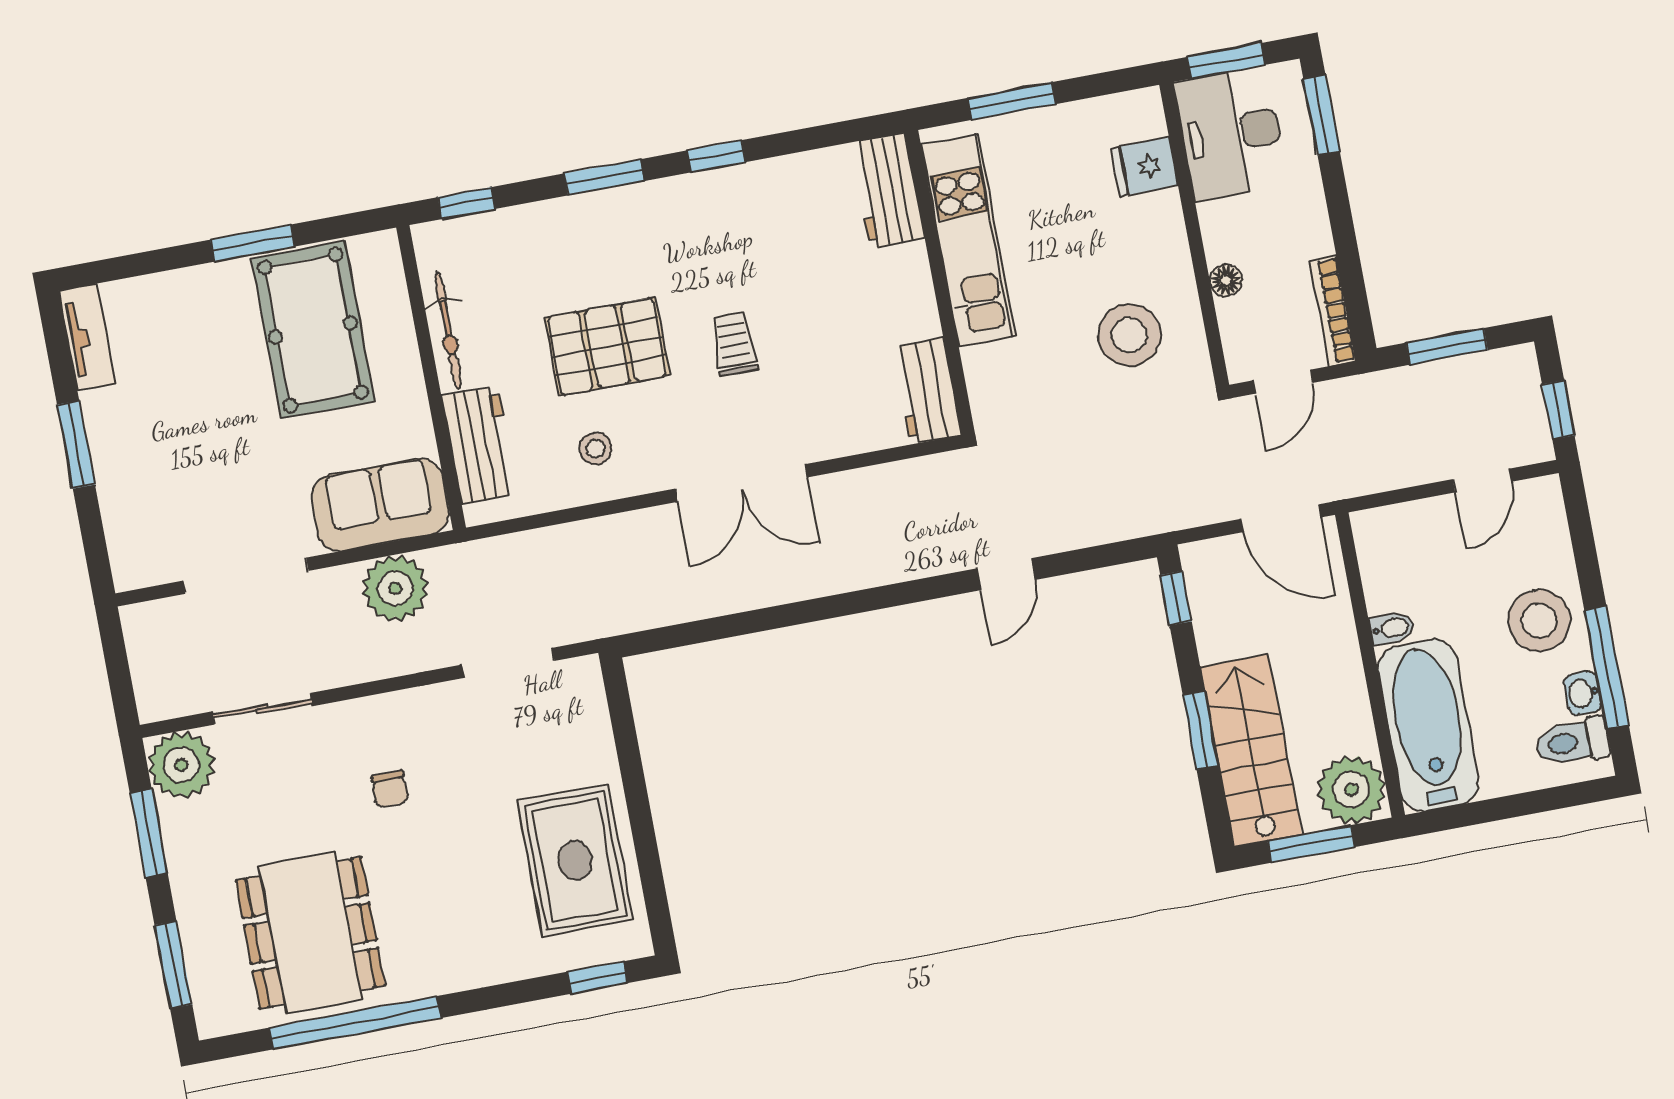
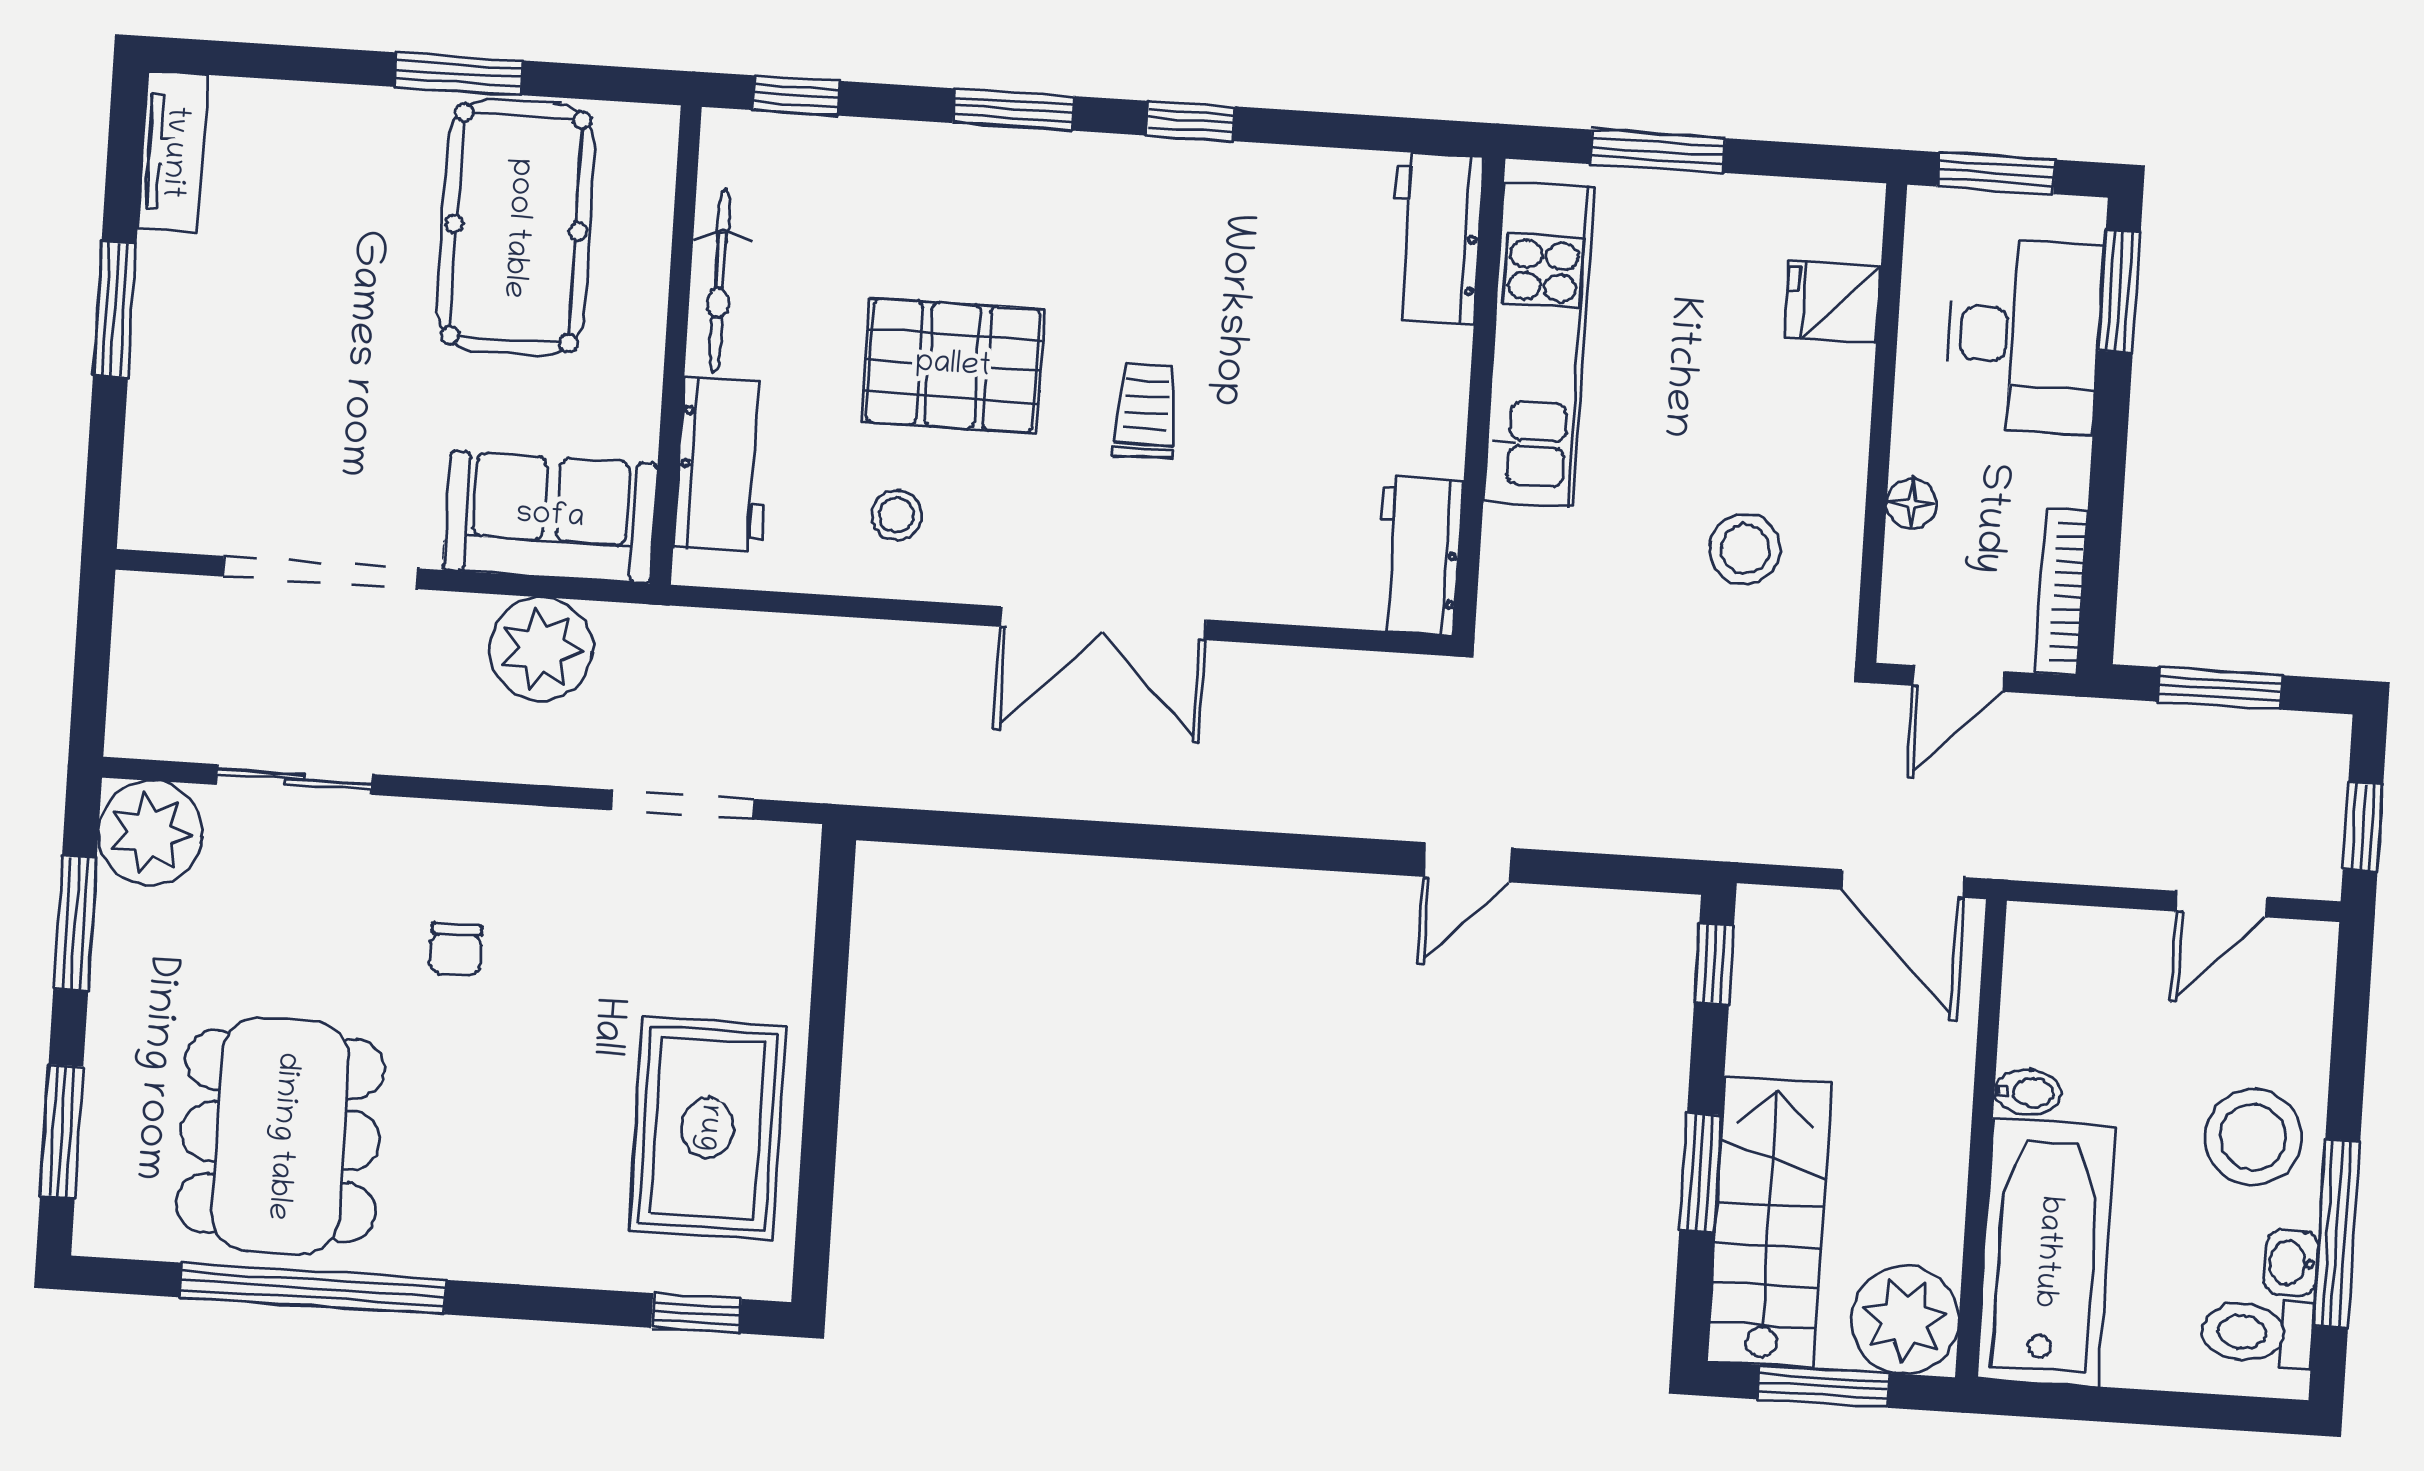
desk: (1231, 134) -> (2024, 336), moved, turned 180
stool: (1129, 335) -> (1745, 549), width x0.73, depth x0.73

